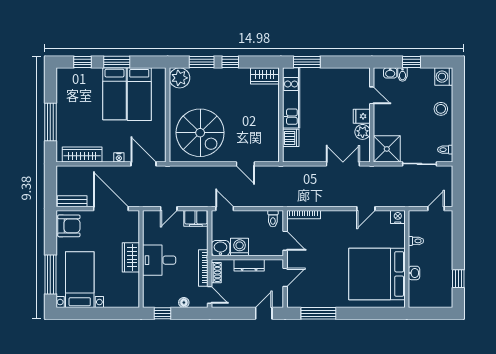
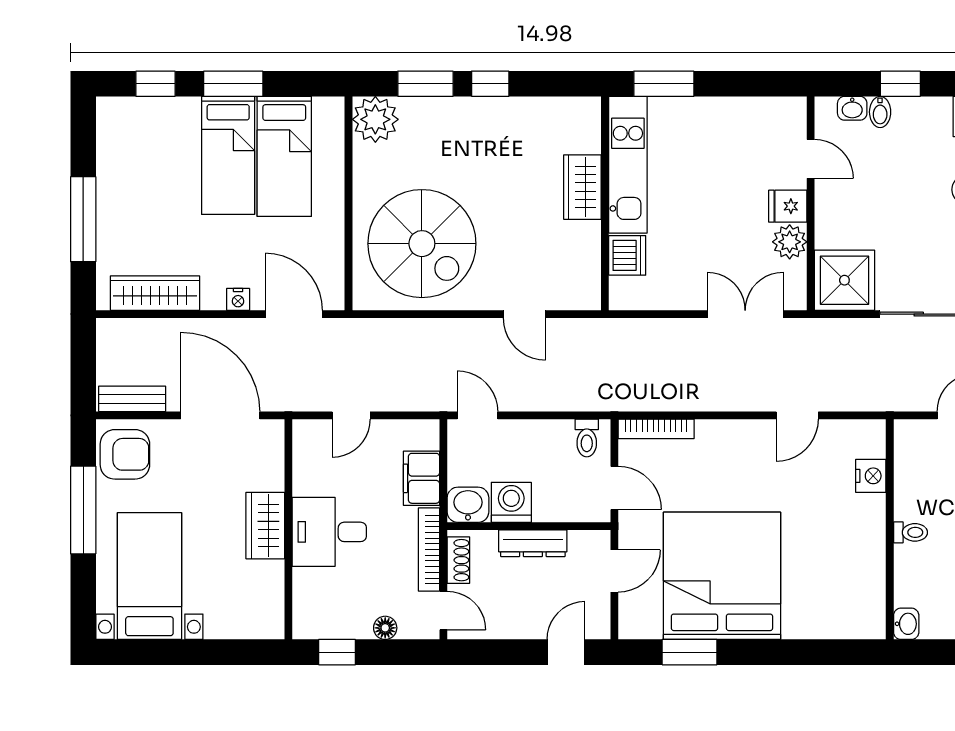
wardrobe: (265, 76) -> (582, 187), moved, turned 90
nightstand: (398, 217) -> (871, 476), moved, turned 90
filing cabinet: (196, 218) -> (421, 478), moved, turned 90
toilet: (416, 241) -> (910, 532), moved
washbasin: (414, 273) -> (906, 624), moved
bed: (377, 274) -> (722, 576), moved, turned 90
window: (50, 275) -> (83, 510), moved
window: (318, 313) -> (690, 652), width x0.69

